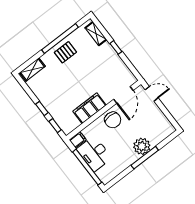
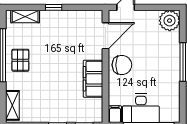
door: (123, 95) -> (105, 36), hinge flipped
plant: (142, 146) -> (170, 21), moved

